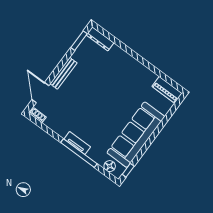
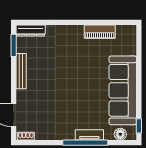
bench: (63, 73) -> (21, 71), moved
piano: (167, 90) -> (100, 32), moved
tv unit: (77, 143) -> (89, 135), moved

